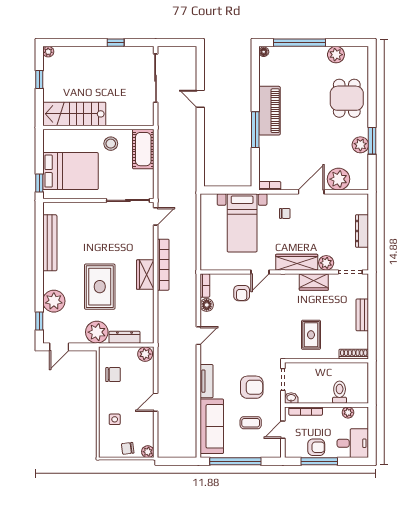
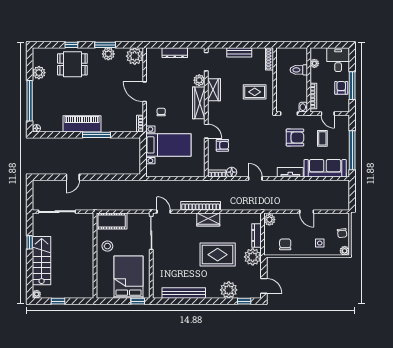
window: (372, 97) -> (71, 45), added
stairs: (74, 114) -> (42, 261), moved, turned 180
plant: (338, 179) -> (135, 56), moved
armchair: (252, 387) -> (295, 138), turned 90
plant: (148, 452) -> (345, 251), moved

